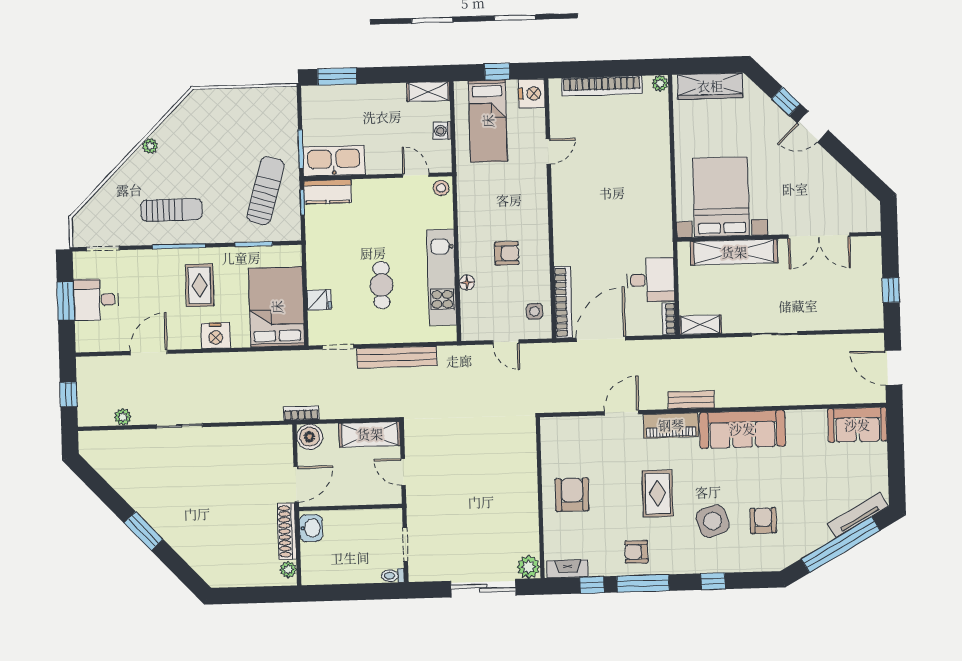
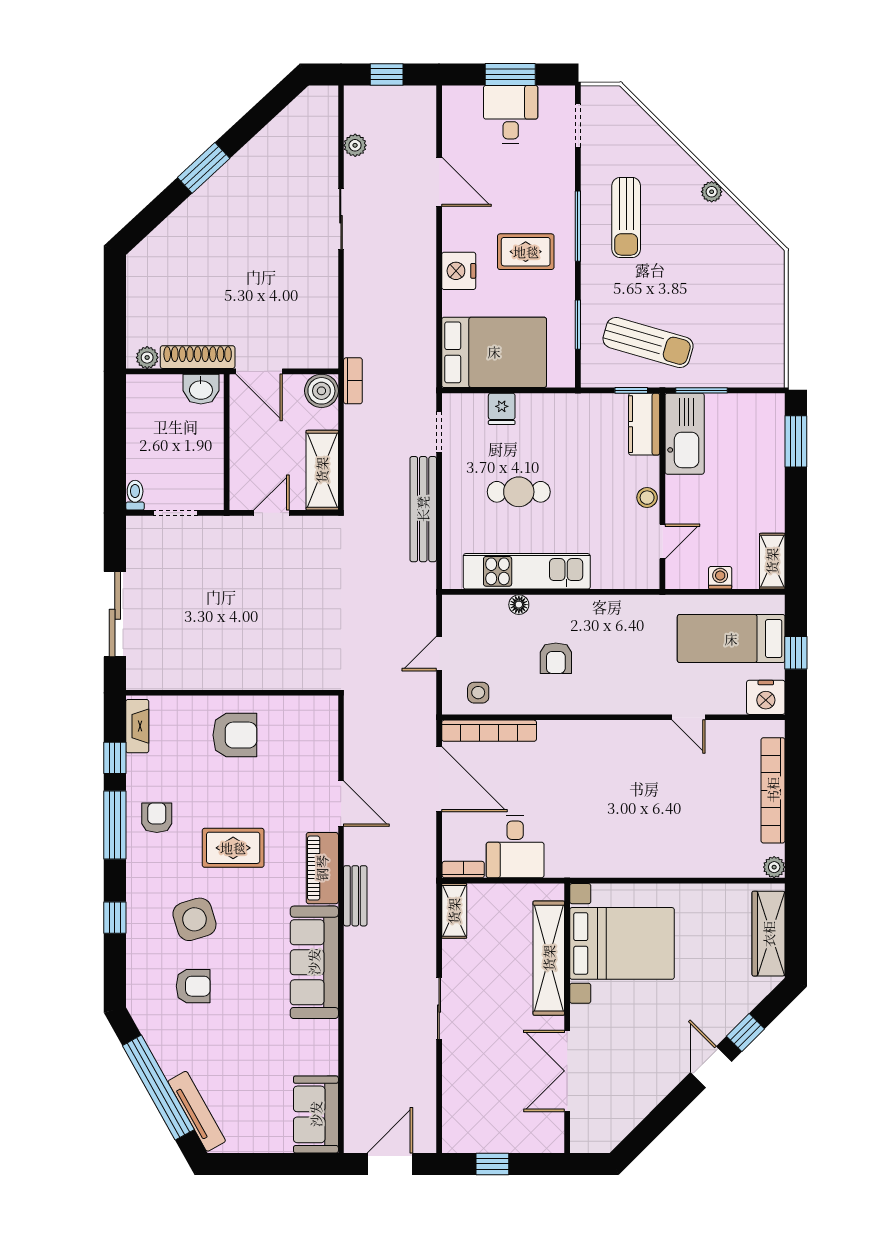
stool: (441, 188) -> (647, 498), moved
plant: (528, 567) -> (141, 675), removed

